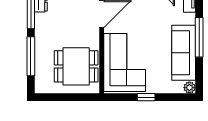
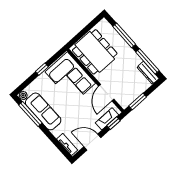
window: (199, 37) -> (30, 114), moved
dining table: (76, 66) -> (95, 52), width x1.38

